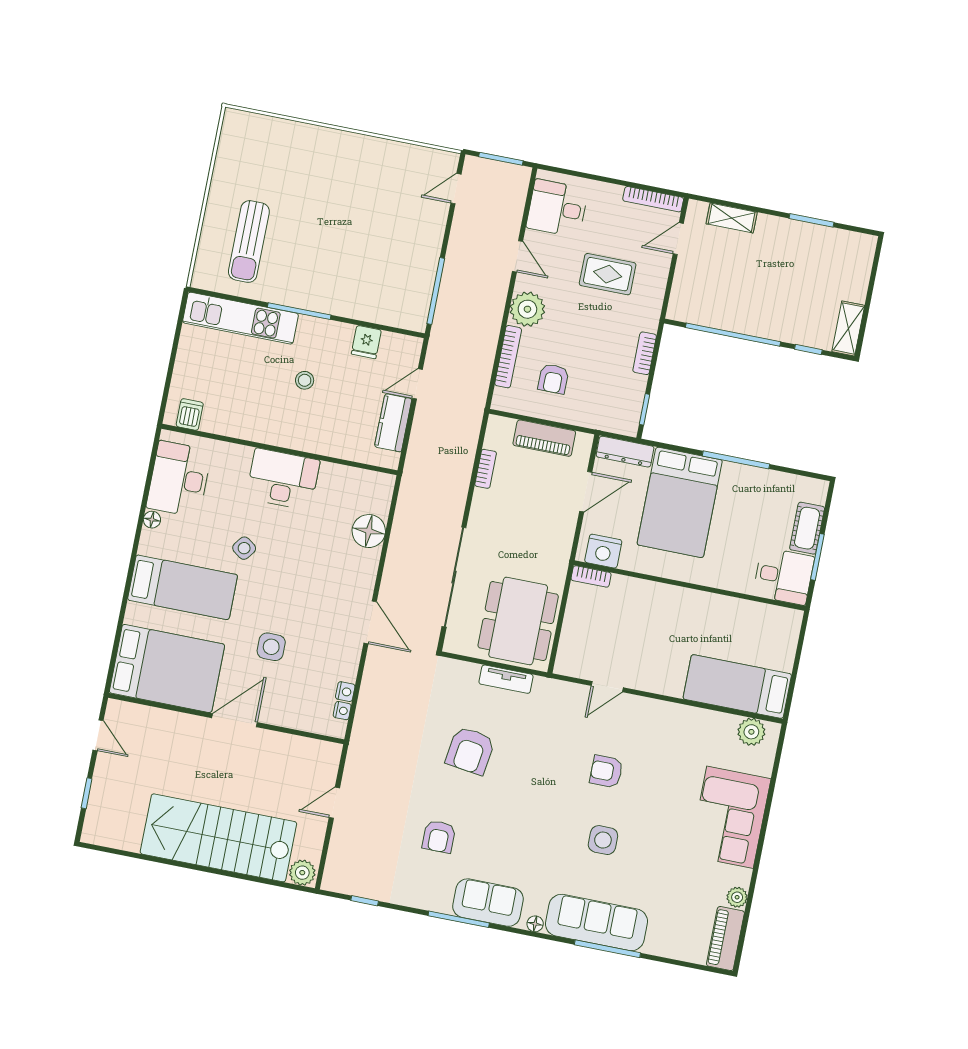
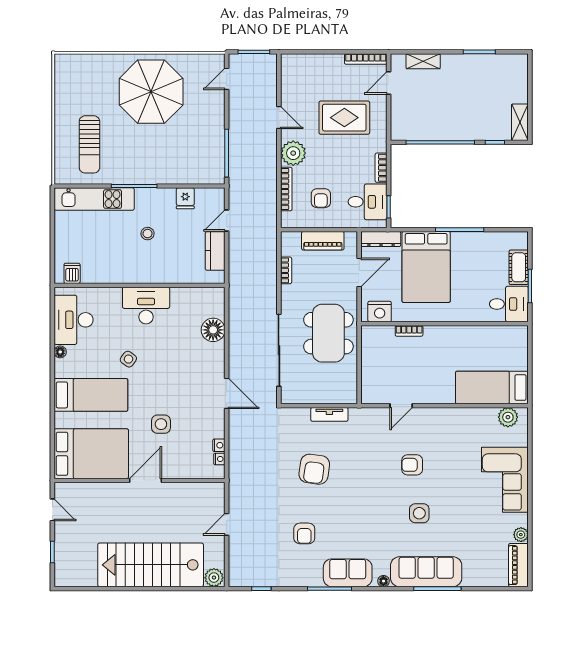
parasol: (348, 186) -> (151, 92), added
desk: (557, 208) -> (368, 202), moved, turned 180
rug: (608, 274) -> (344, 118), width x1.36, depth x1.43
bookcase: (591, 576) -> (409, 331), moved
dining table: (518, 621) -> (328, 333), moved

